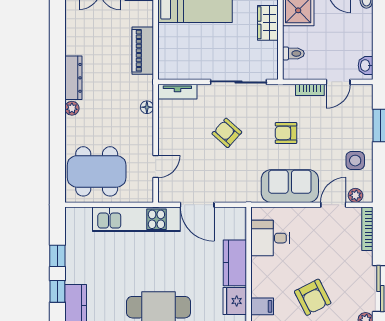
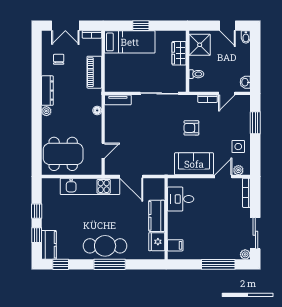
chair: (90, 32) -> (59, 59), added
armchair: (227, 133) -> (151, 128), removed
armchair: (313, 297) -> (209, 239), removed

